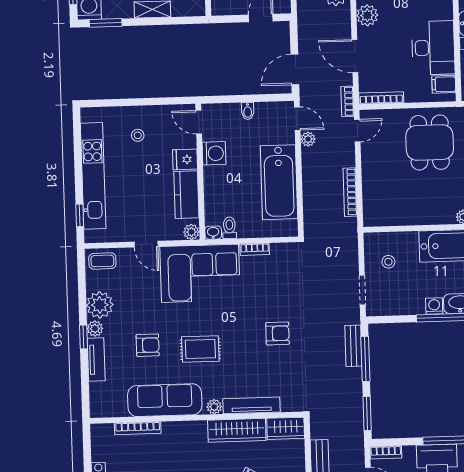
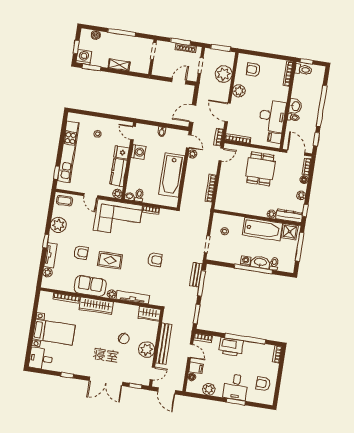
plant: (95, 329) -> (48, 273), moved
sofa: (165, 400) -> (90, 286), width x0.73
wardrobe: (237, 430) -> (96, 306), moved

